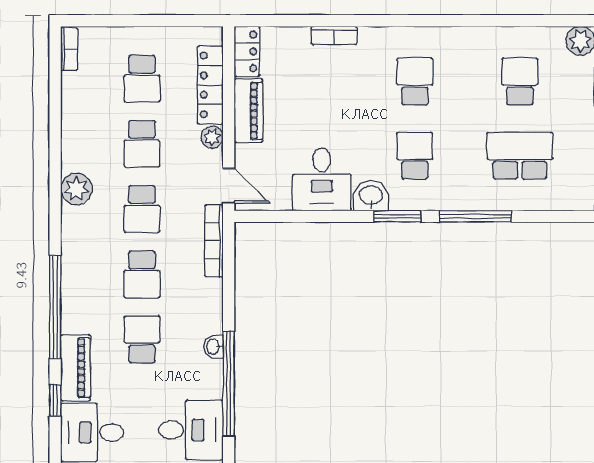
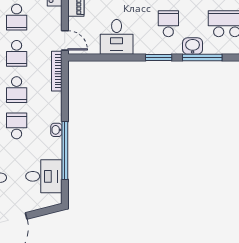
plant: (212, 137) -> (56, 13), removed
washbasin: (371, 196) -> (193, 46), moved

